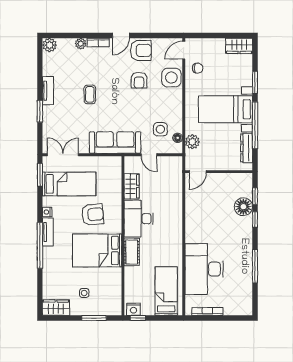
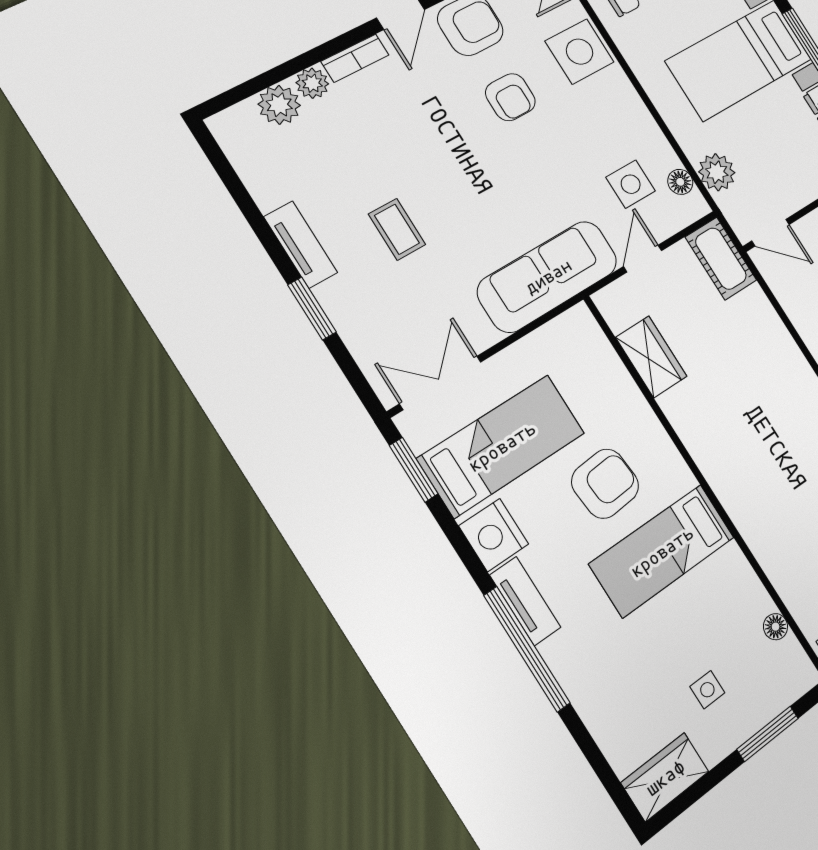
plant: (50, 45) -> (279, 105), moved
coffee table: (90, 94) -> (397, 229), moved
door: (149, 155) -> (643, 259), swing flipped
door: (198, 172) -> (771, 233), hinge flipped
nightstand: (47, 212) -> (494, 535), width x1.89, depth x1.79
desk: (139, 219) -> (715, 423), removed
bed: (97, 250) -> (662, 551), width x0.67
cot: (132, 252) -> (721, 259), moved
floor lamp: (117, 290) -> (776, 627), added

